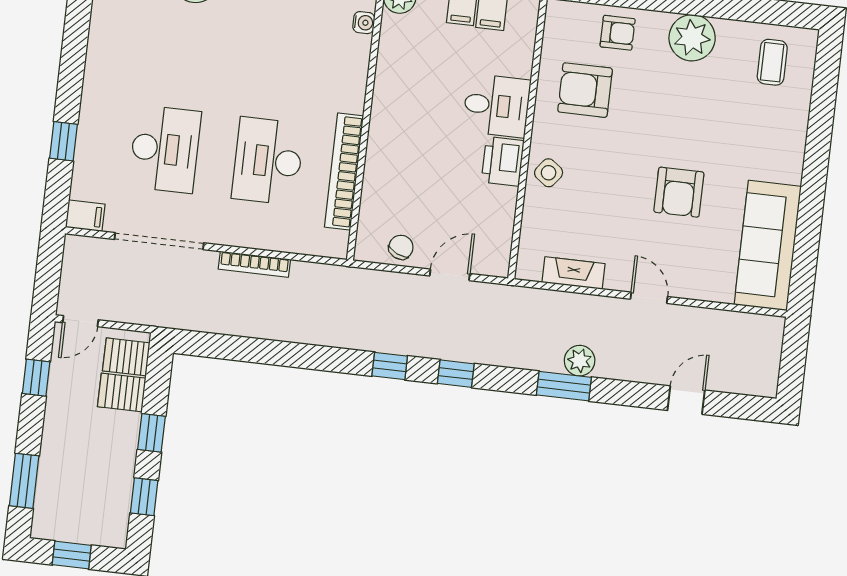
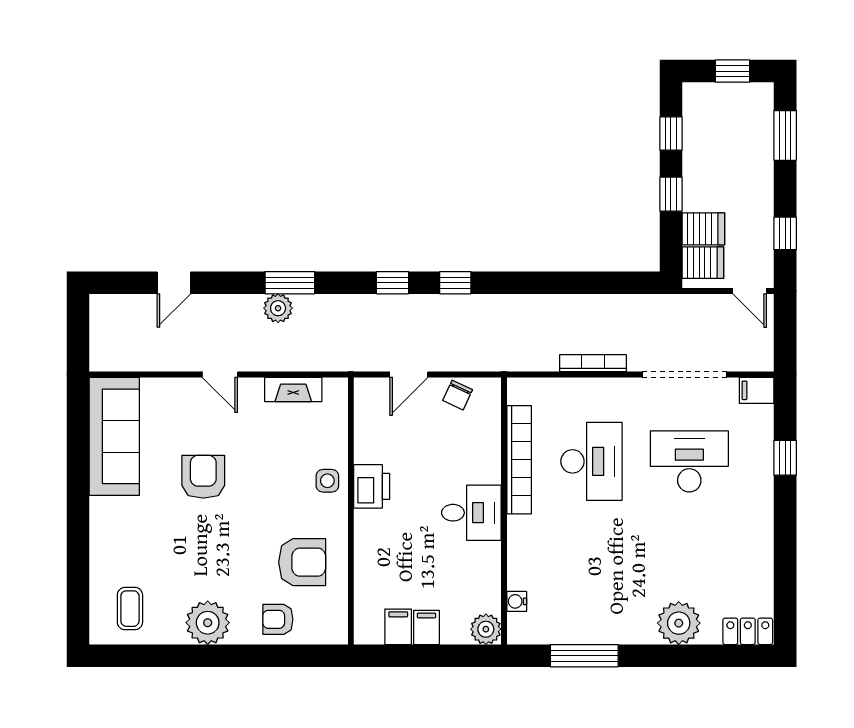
desk: (496, 106) -> (471, 513), moved, turned 180
desk: (165, 149) -> (689, 461), turned 90
side table: (549, 173) -> (327, 481), turned -37
door: (81, 321) -> (750, 291), swing flipped

